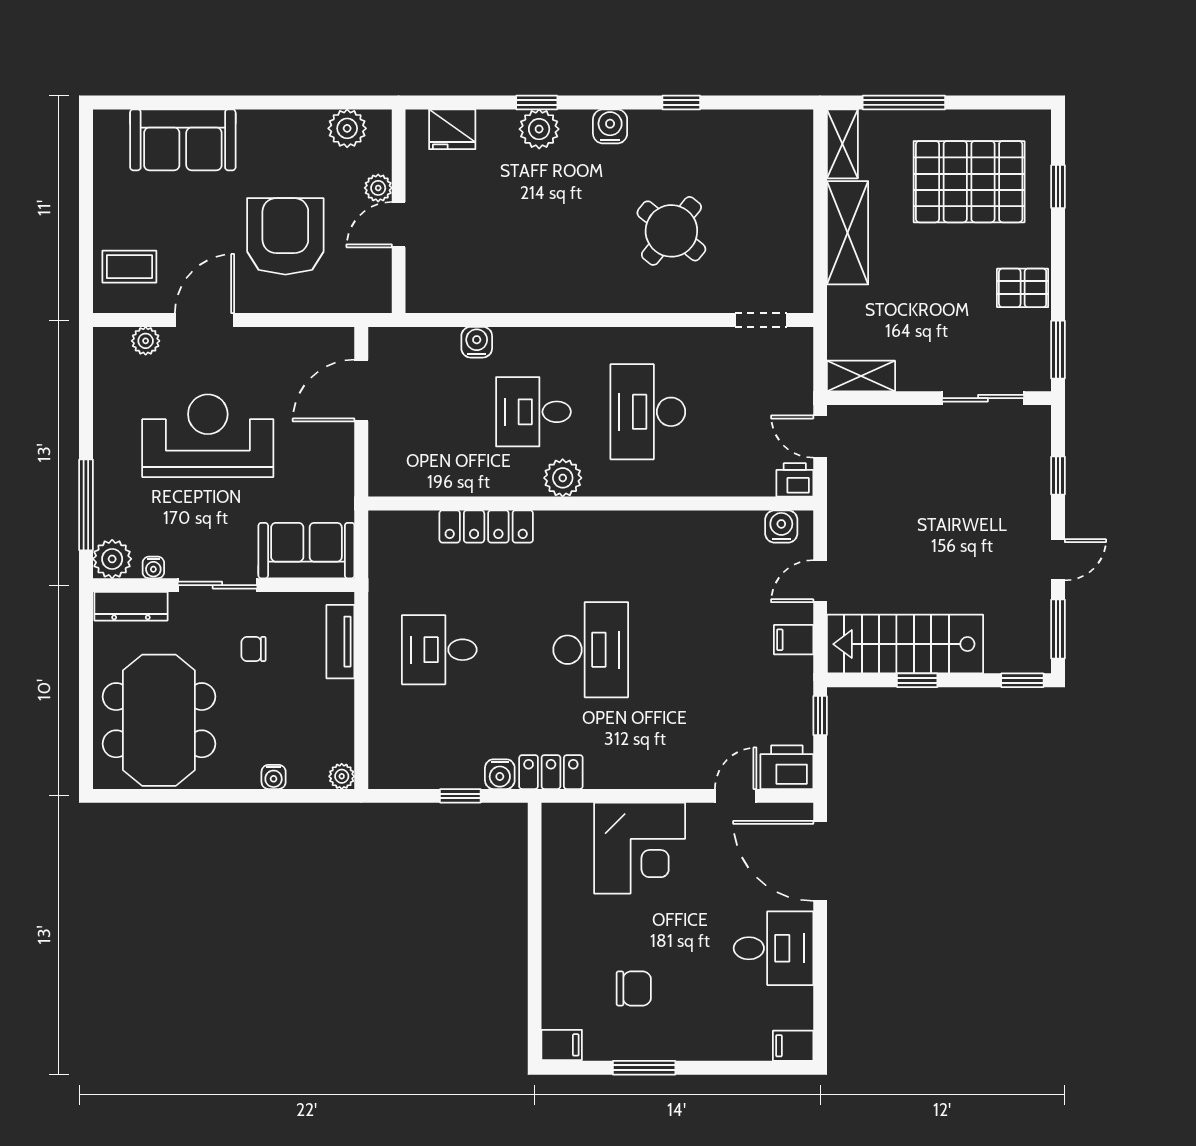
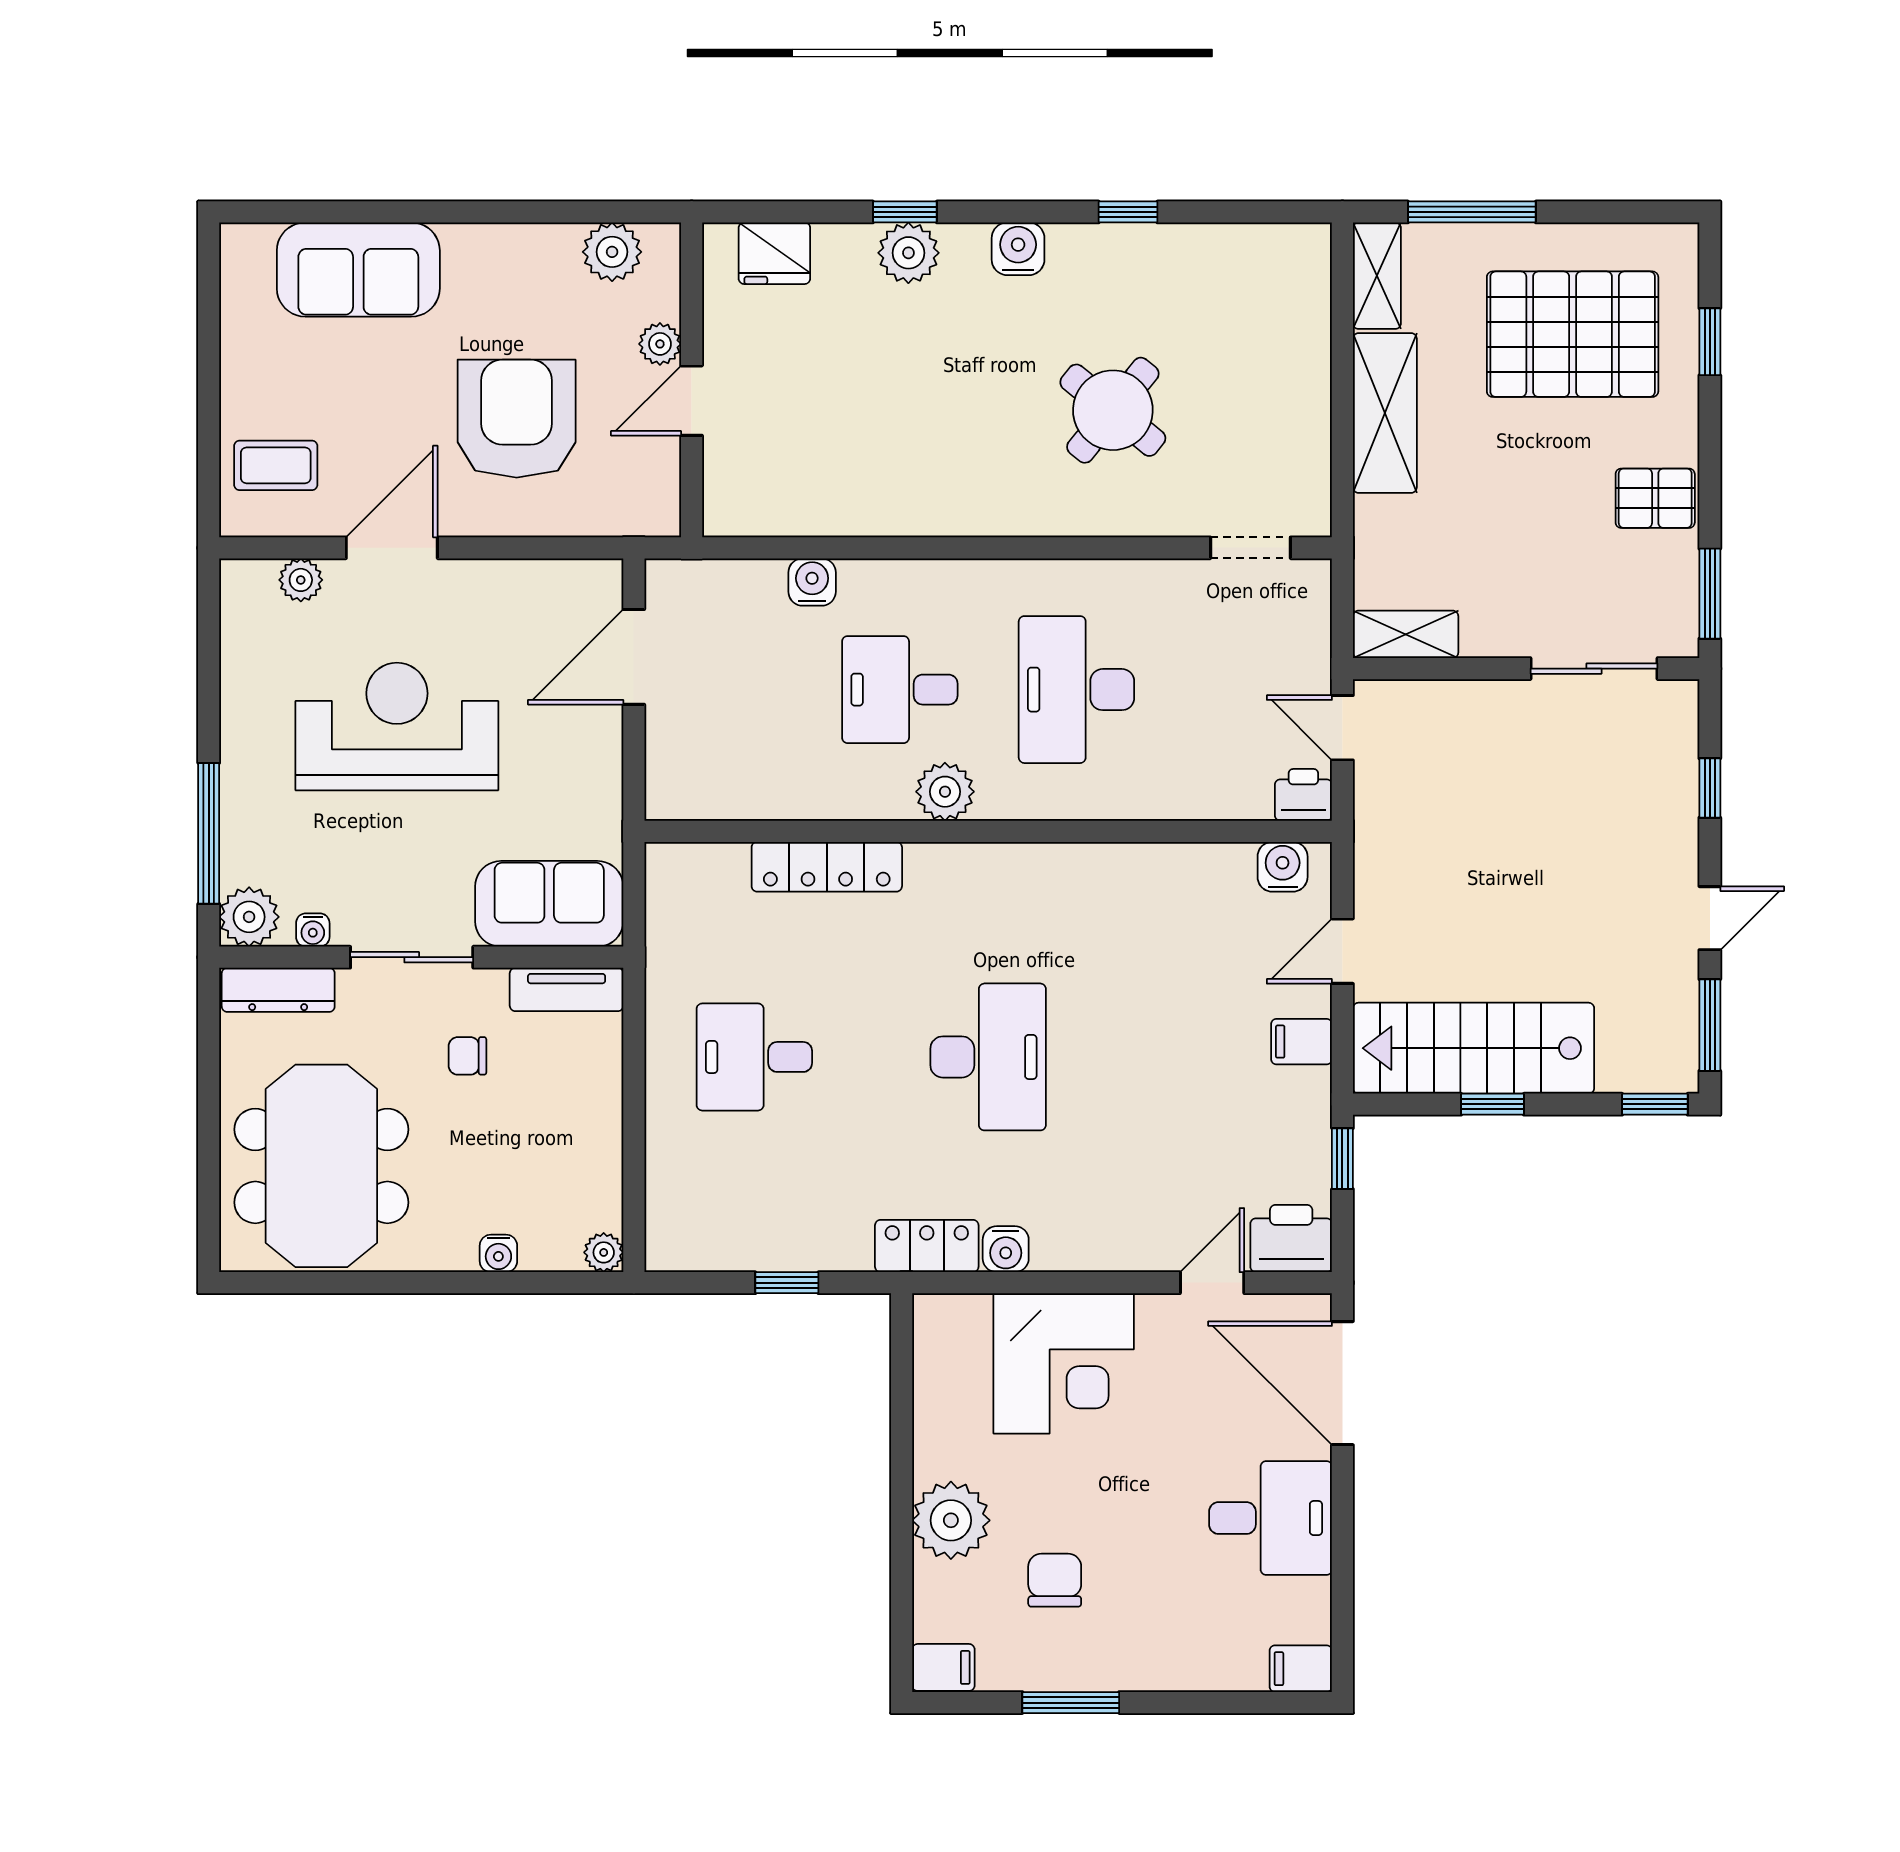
tv unit: (340, 642) -> (567, 989), moved, turned -90
water cooler: (500, 774) -> (1006, 1249), moved
plant: (567, 950) -> (951, 1520), added
chair: (634, 988) -> (1055, 1580), turned -90

